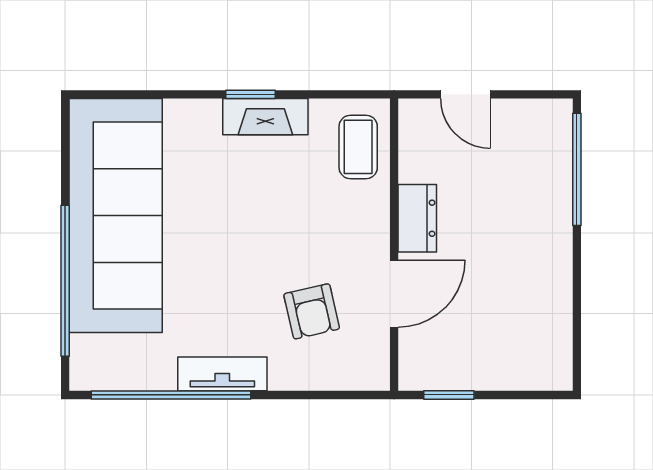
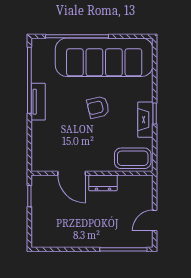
door: (465, 94) -> (155, 221), moved
coffee table: (358, 147) -> (133, 158), width x1.36, depth x1.30
armchair: (312, 311) -> (98, 107), moved

